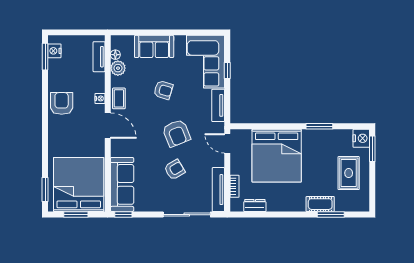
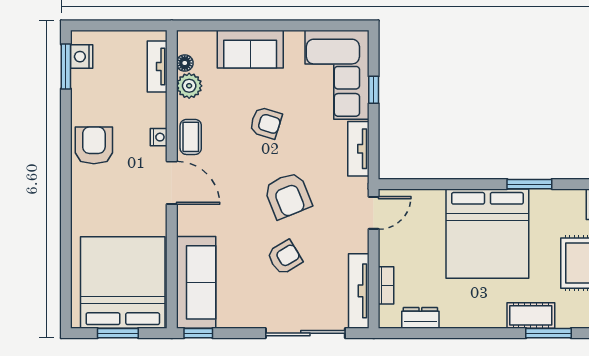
door: (227, 143) -> (374, 213), swing flipped
bed: (277, 156) -> (487, 234), moved
window: (45, 190) -> (66, 291), removed

